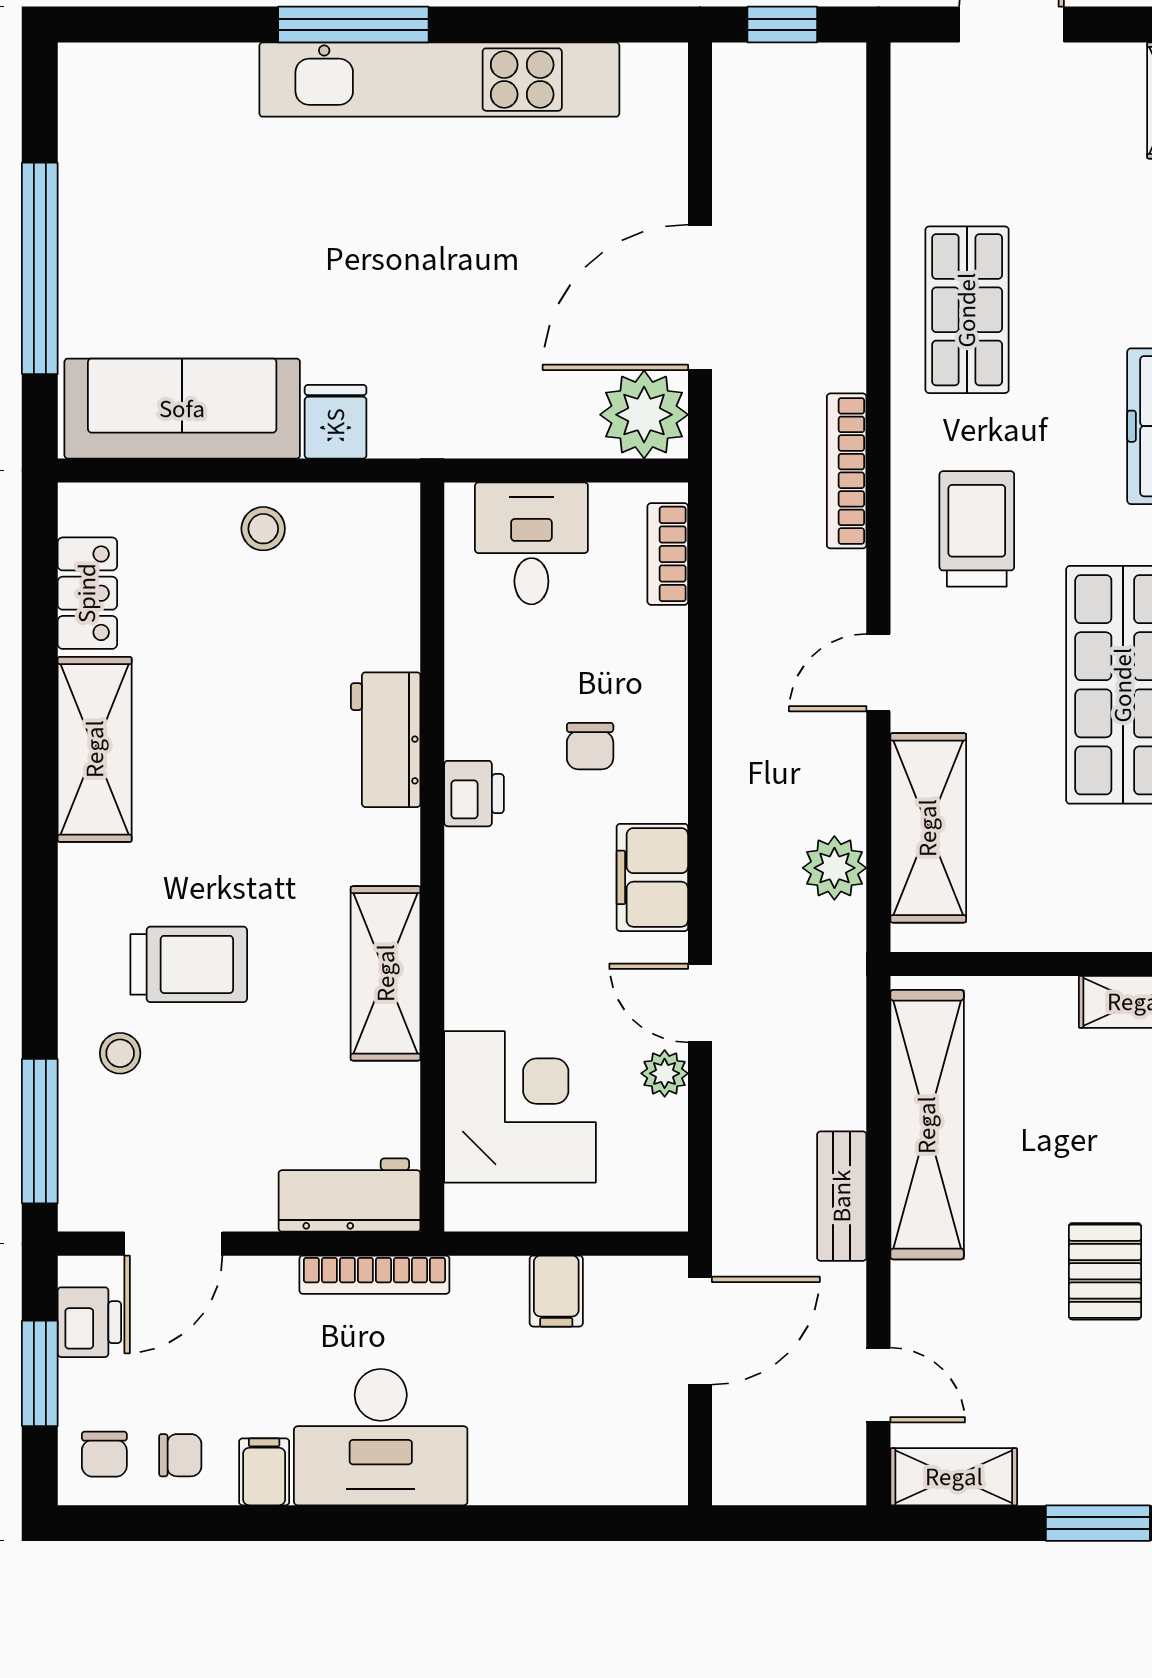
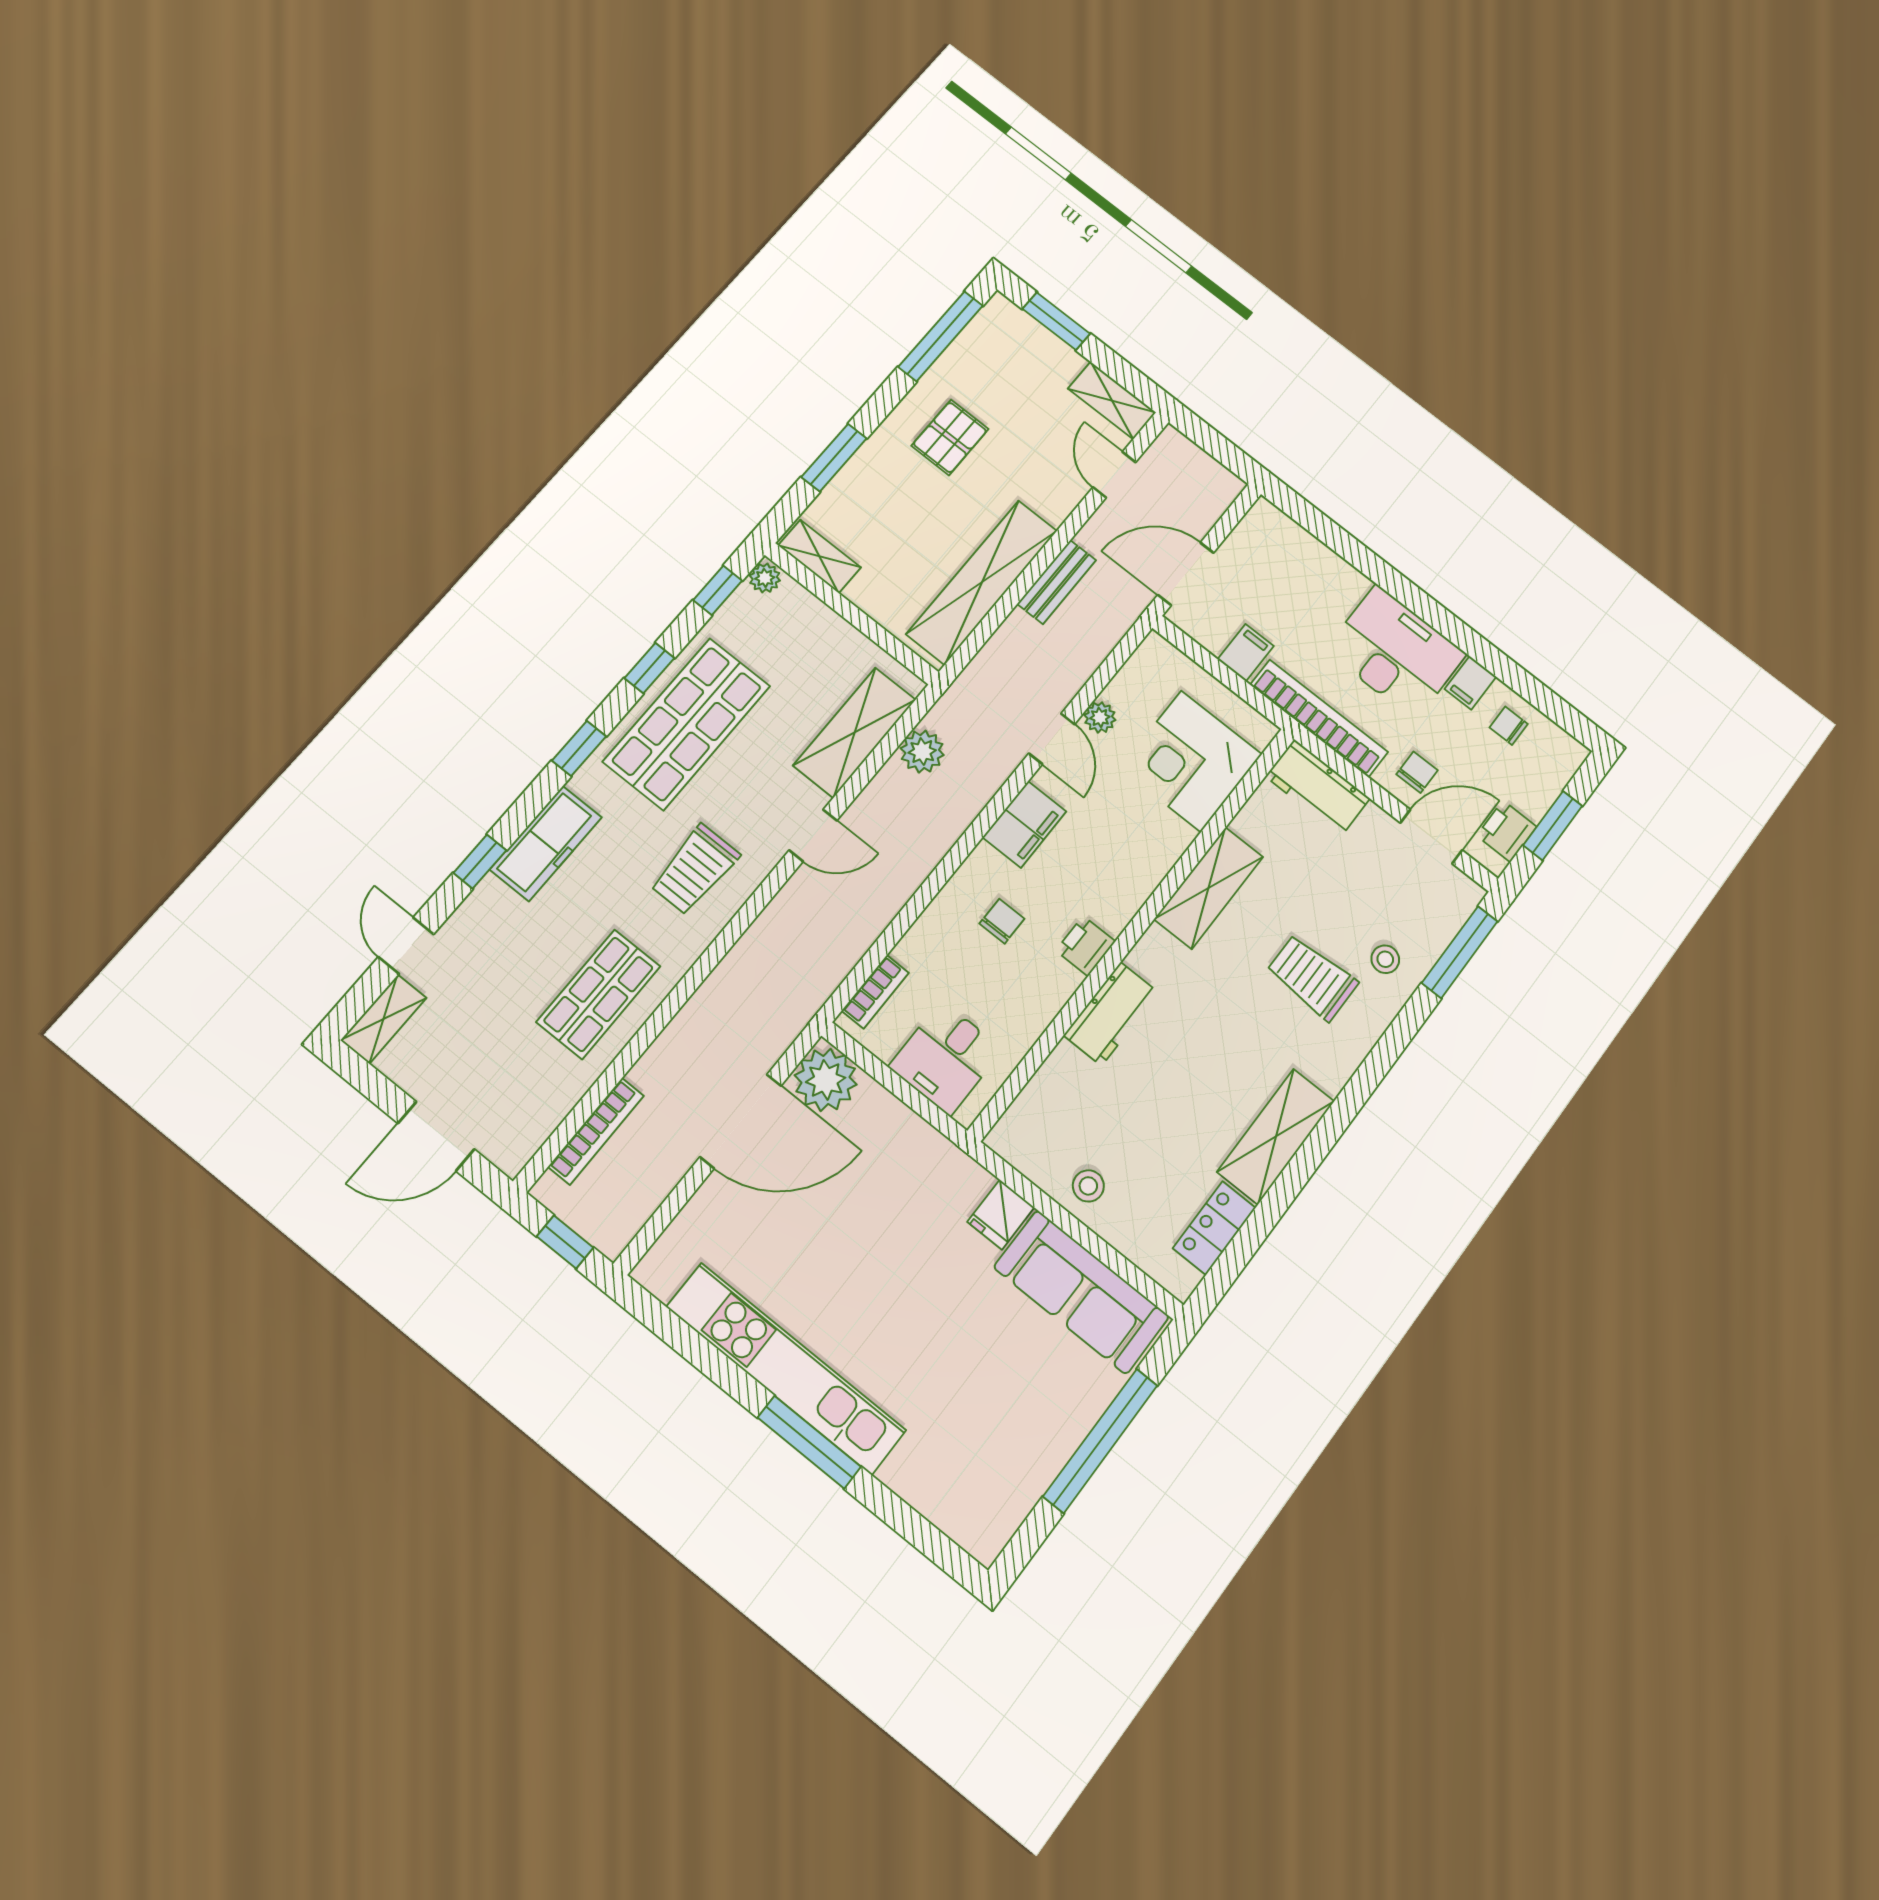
bookcase: (847, 471) -> (596, 1131), moved
bookcase: (374, 1275) -> (1319, 718), width x1.48, depth x1.31
chair: (104, 1454) -> (1417, 772), moved

